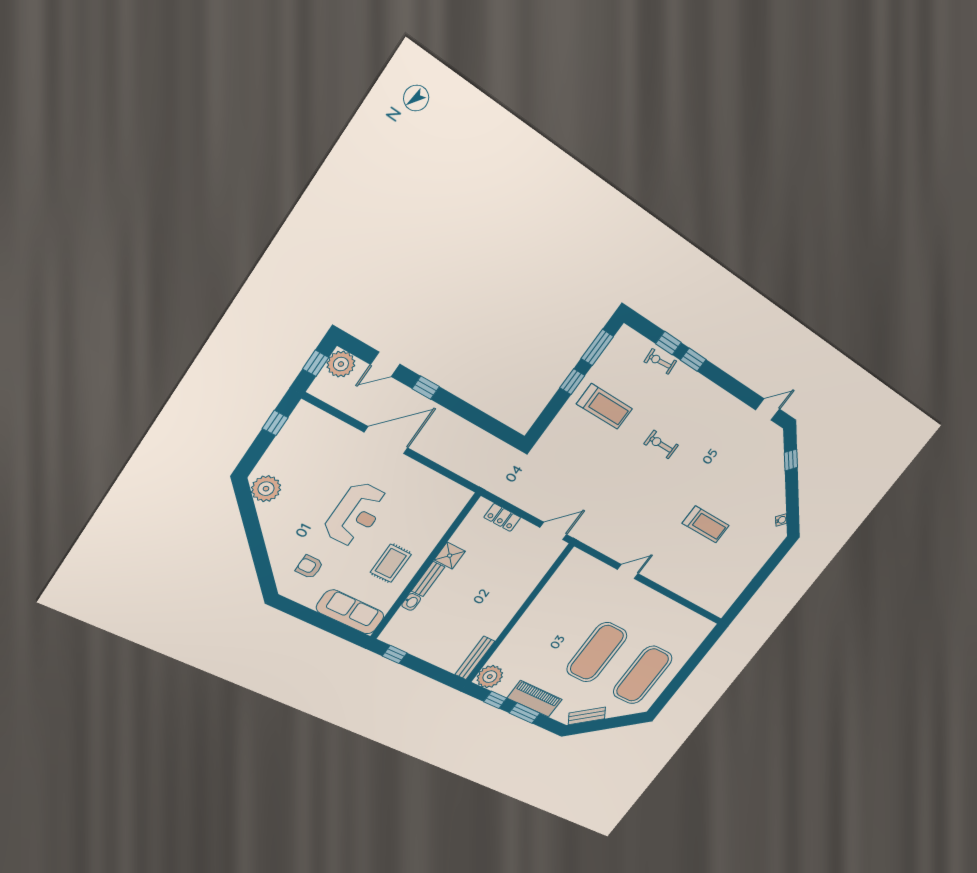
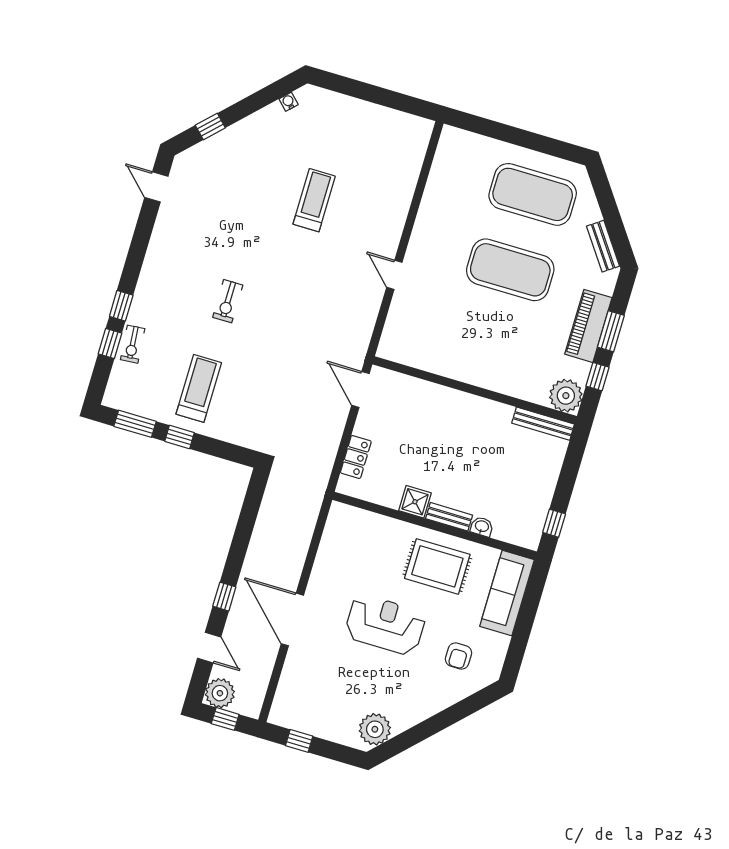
rug: (391, 563) -> (437, 566), width x1.36, depth x1.43

